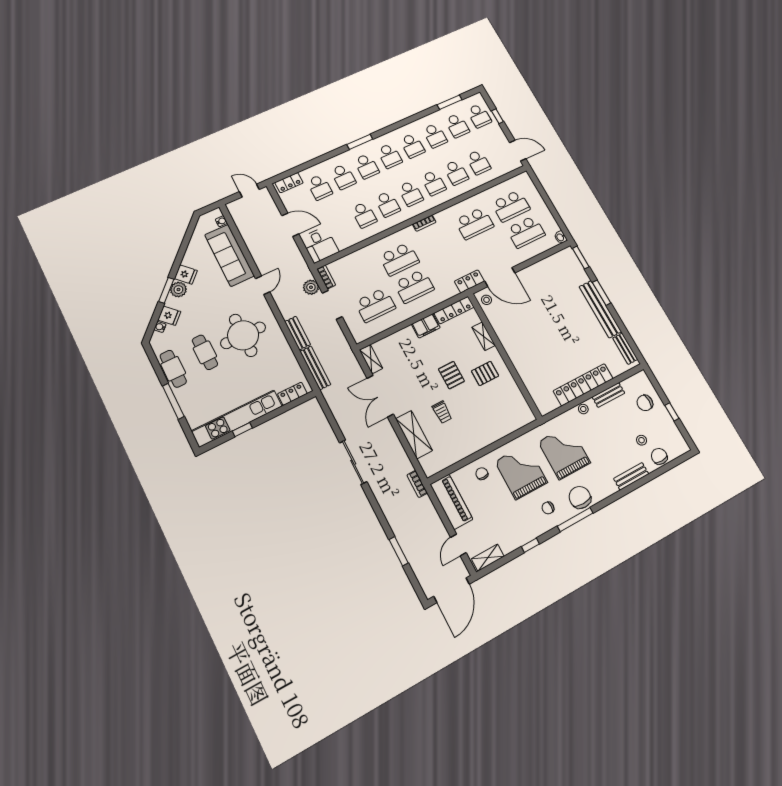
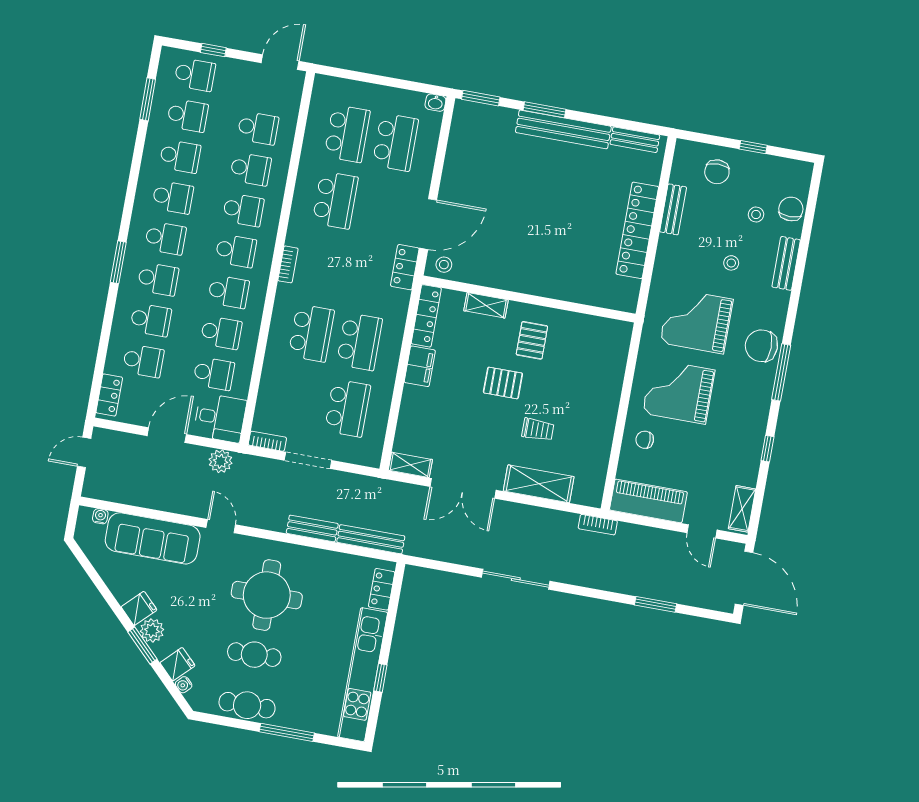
school desk: (340, 226) -> (214, 374), added
plant: (311, 287) -> (220, 461), moved
stool: (583, 409) -> (731, 263), moved
chair: (659, 456) -> (791, 209), turned 90
chair: (548, 508) -> (743, 394), removed

